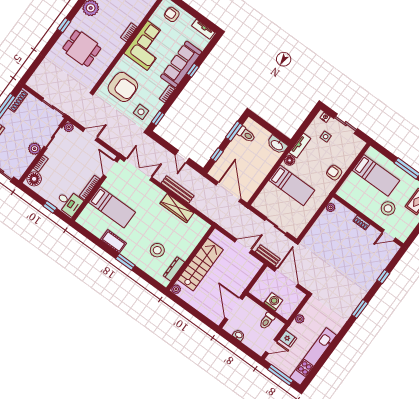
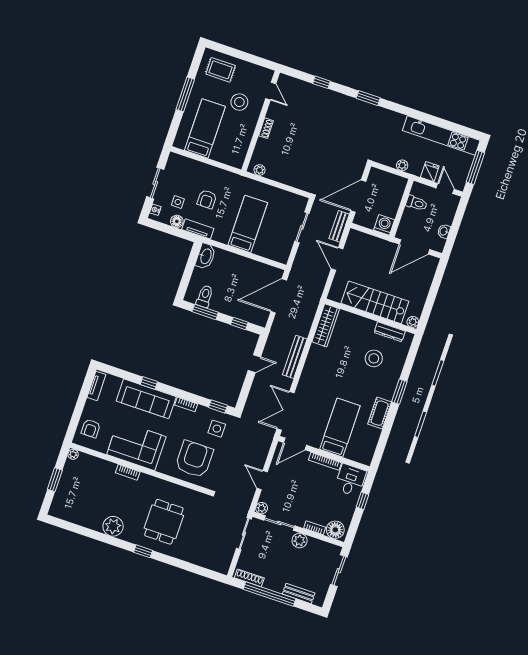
floor lamp: (290, 160) -> (177, 221), moved
armchair: (334, 173) -> (207, 199), moved
wardrobe: (177, 208) -> (326, 325), moved
washing machine: (273, 302) -> (384, 225), moved, turned 90

